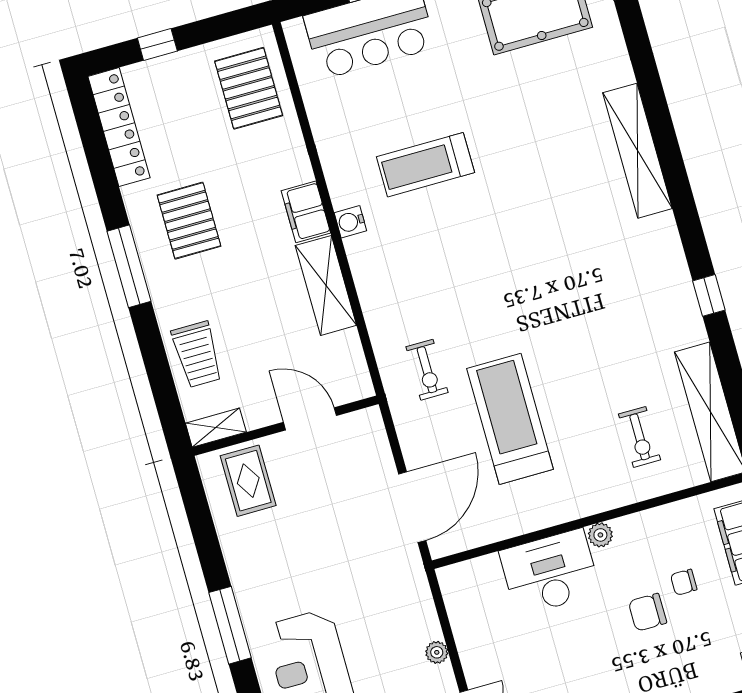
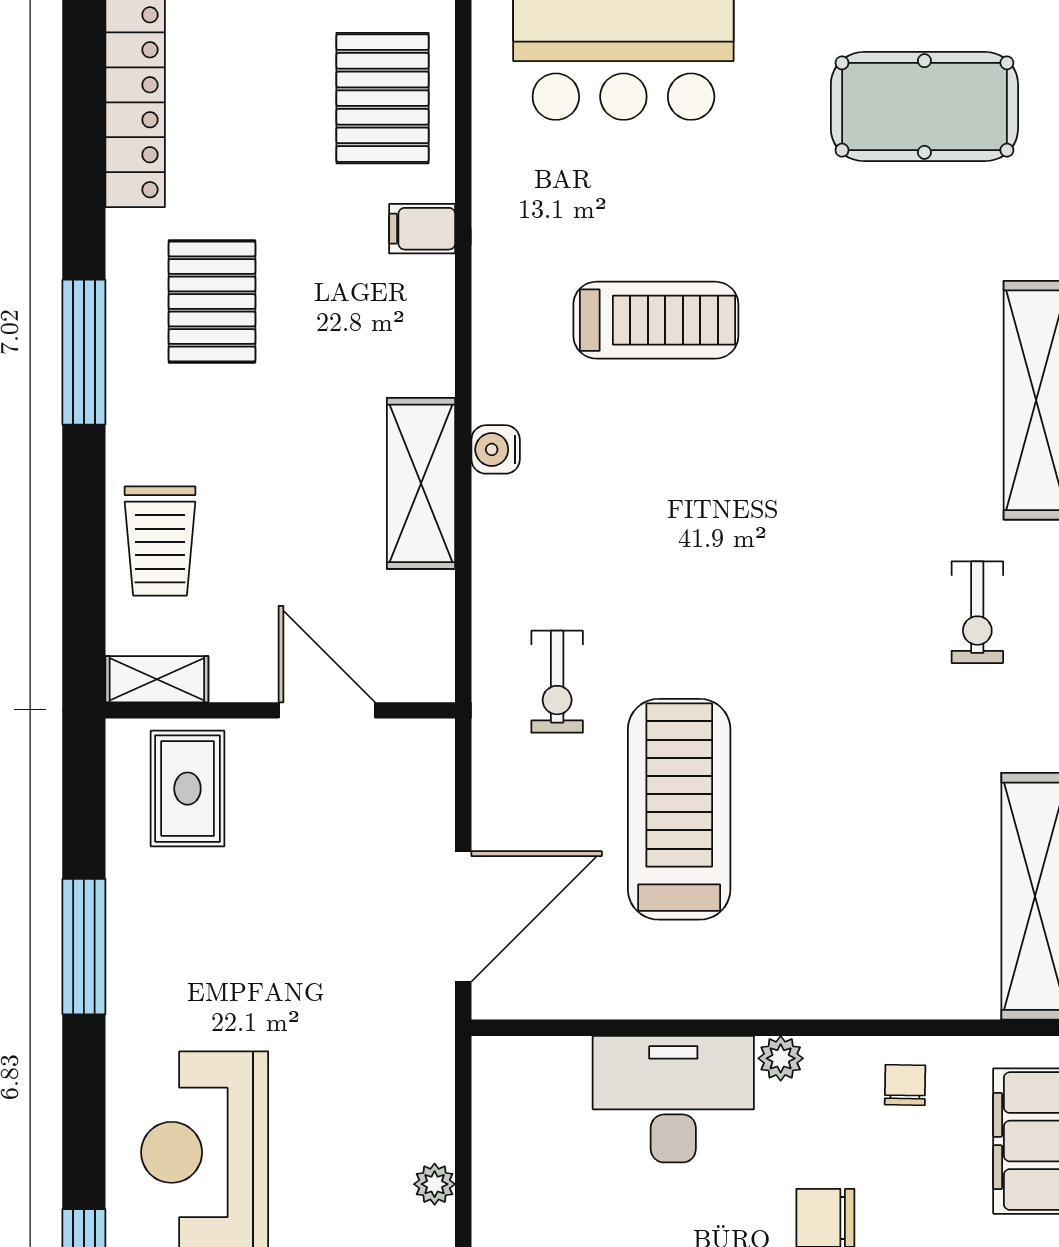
treadmill: (425, 165) -> (656, 320), turned 180
filing cabinet: (306, 212) -> (422, 229), moved, width x0.50
water cooler: (350, 222) -> (496, 449), moved
exercise bike: (640, 437) -> (977, 612), moved
chair: (684, 582) -> (905, 1085), moved, turned 91
window: (230, 625) -> (84, 947), moved

